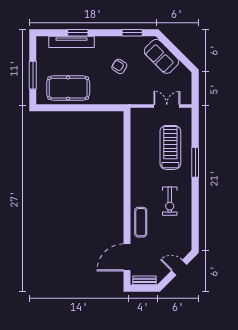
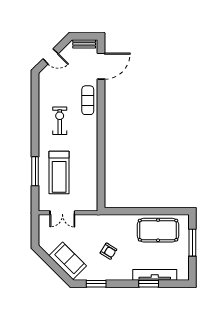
window: (195, 162) -> (35, 171), moved

